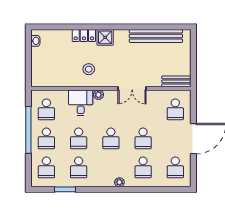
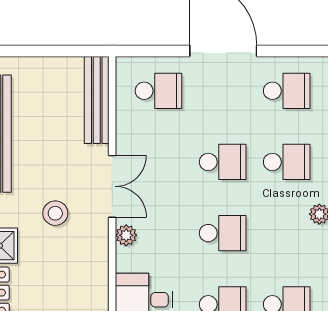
stool: (89, 69) -> (55, 213), moved
bench: (176, 81) -> (97, 100), width x1.36
plant: (99, 95) -> (126, 235), moved

